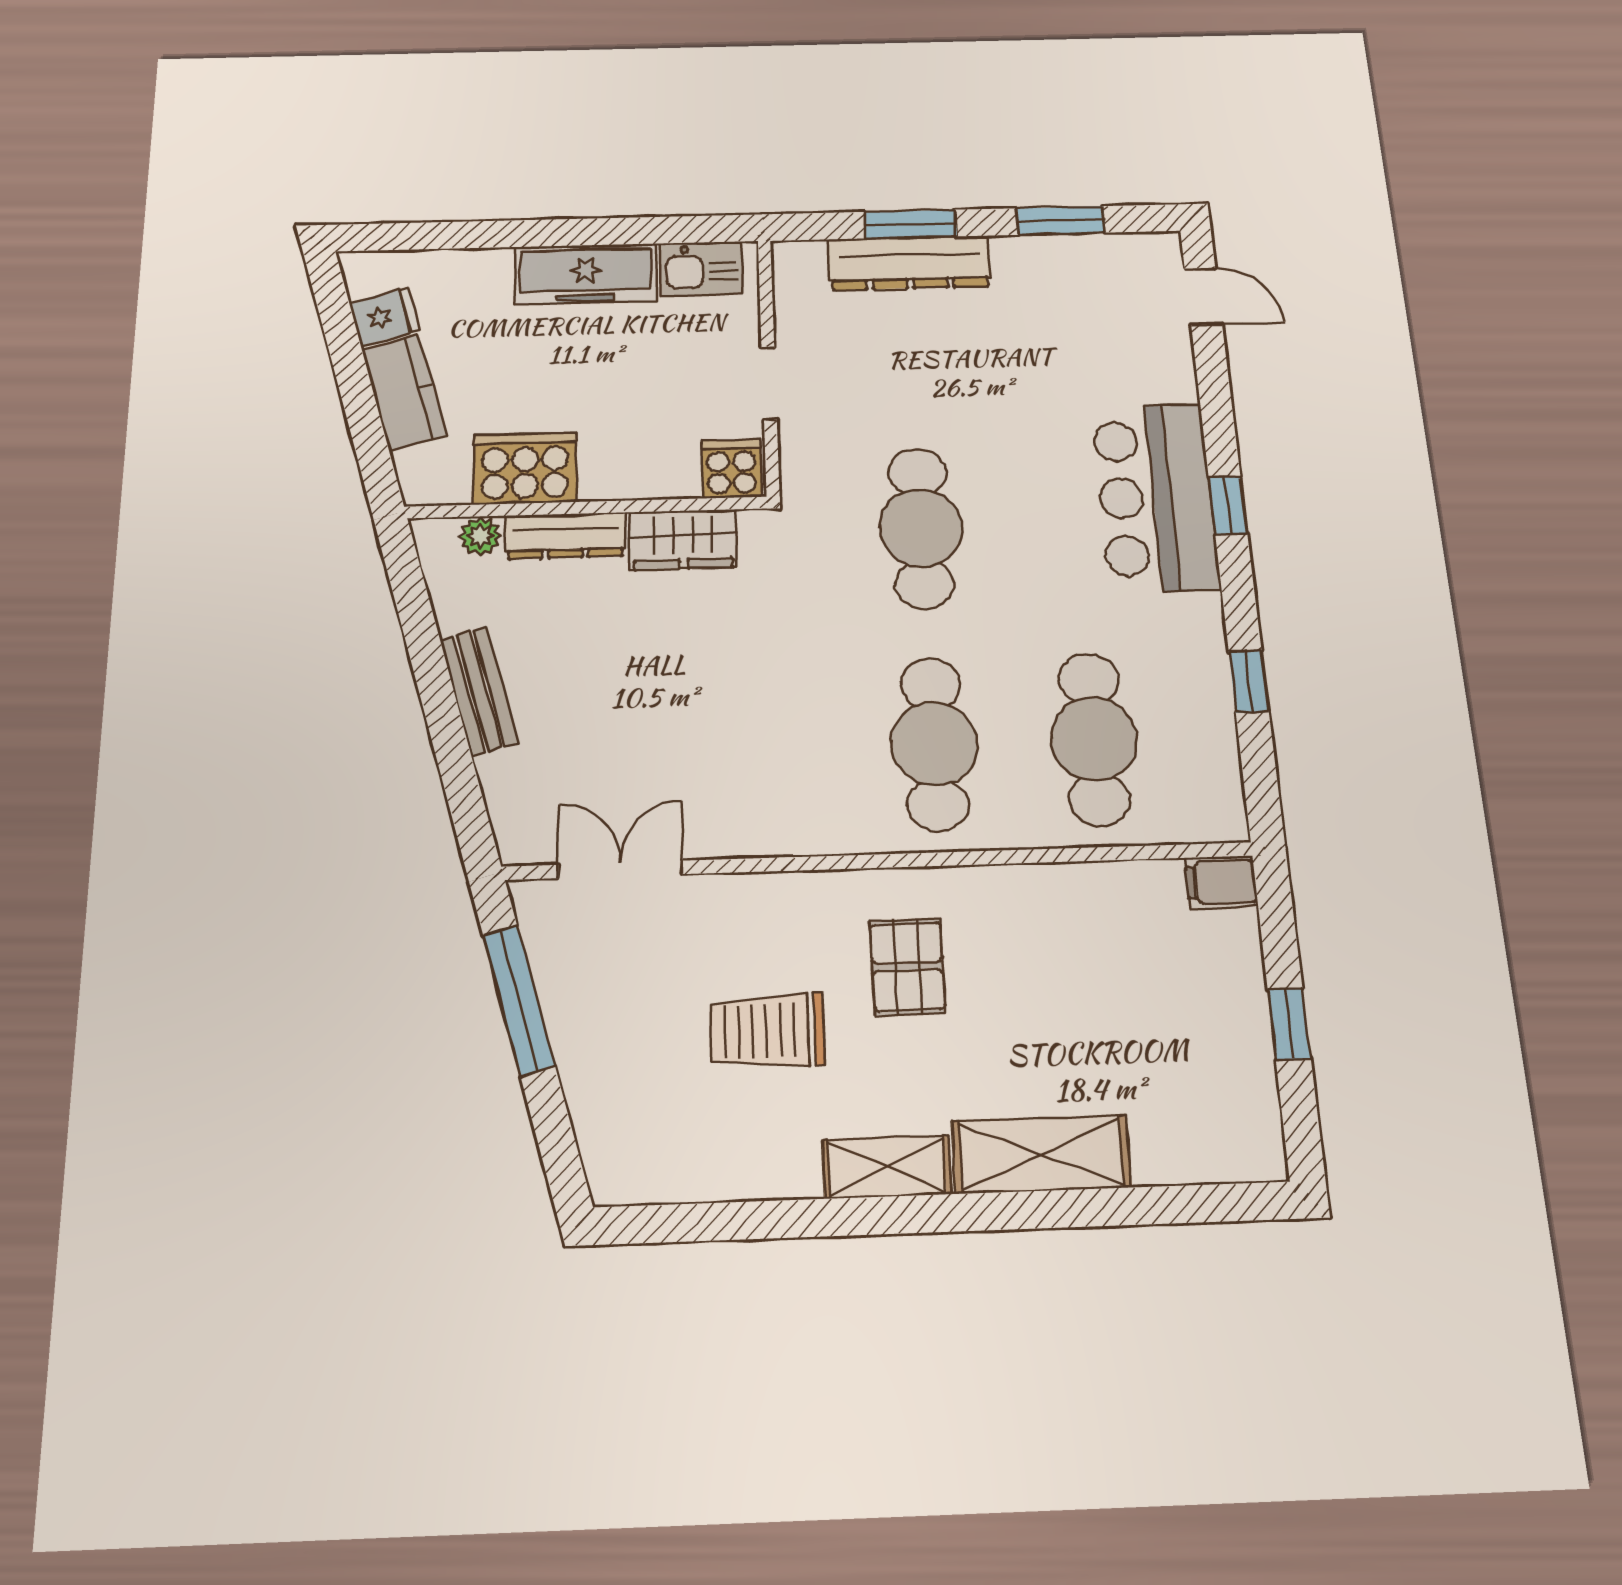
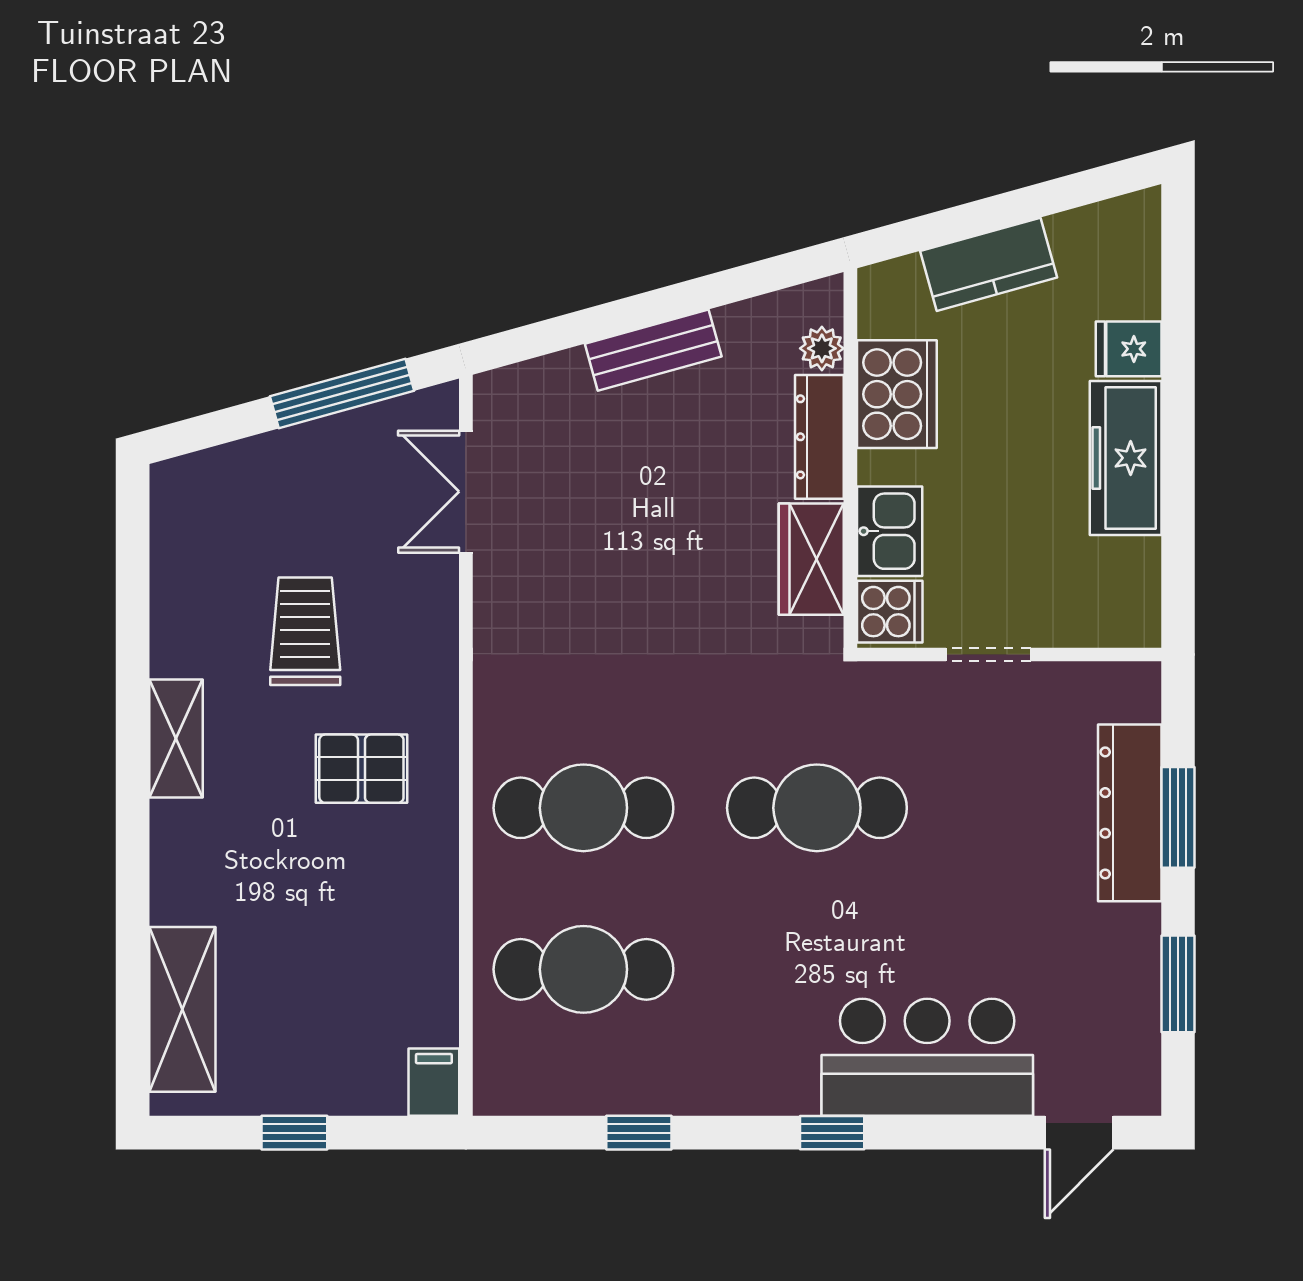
kitchen sink: (701, 269) -> (890, 531), moved, turned 180
fridge: (384, 317) -> (1129, 349), moved, turned 105
bar counter: (1156, 497) -> (927, 1057), moved
double door: (620, 869) -> (466, 492), swing flipped
shelving: (1041, 1154) -> (182, 1009), moved

